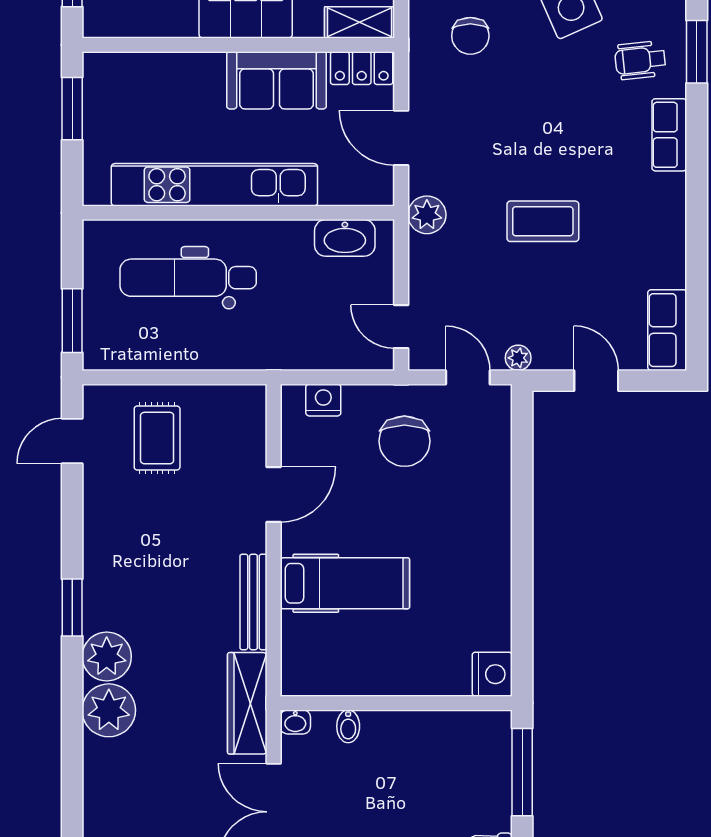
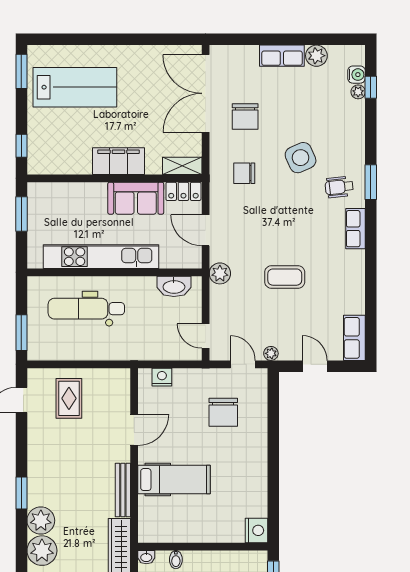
chair: (470, 36) -> (244, 173), turned 90
chair: (404, 441) -> (223, 412), moved

